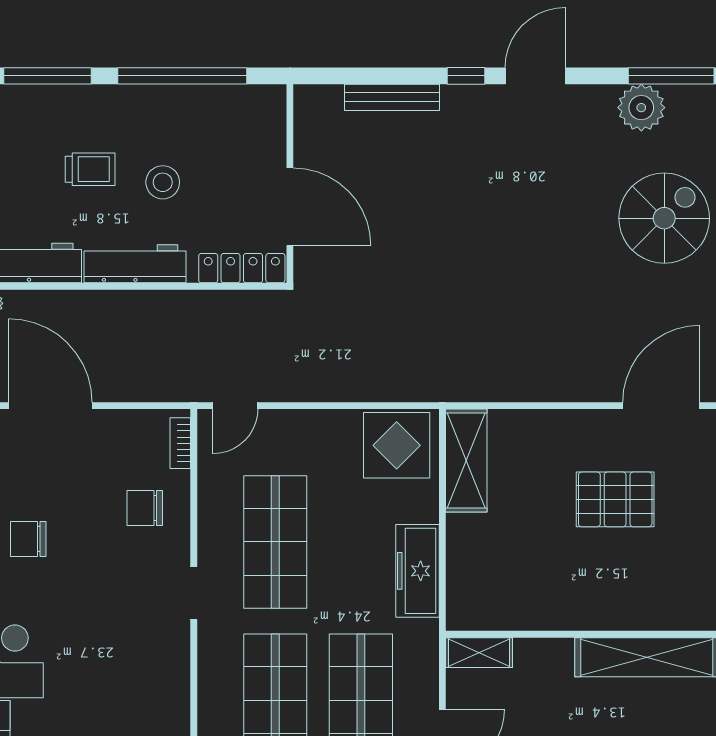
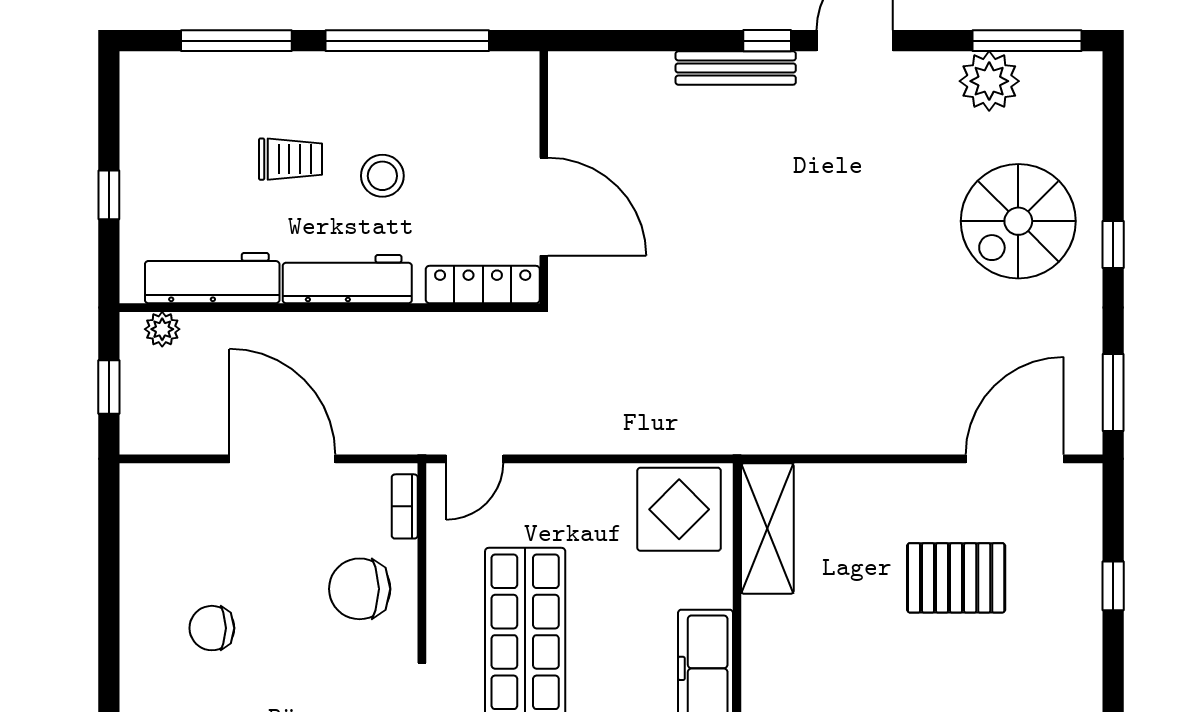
bench: (392, 97) -> (736, 68), moved
spiral stairs: (664, 218) -> (1018, 221), turned 180
door: (50, 406) -> (282, 459), moved
chair: (145, 508) -> (360, 589), width x1.37, depth x1.37

